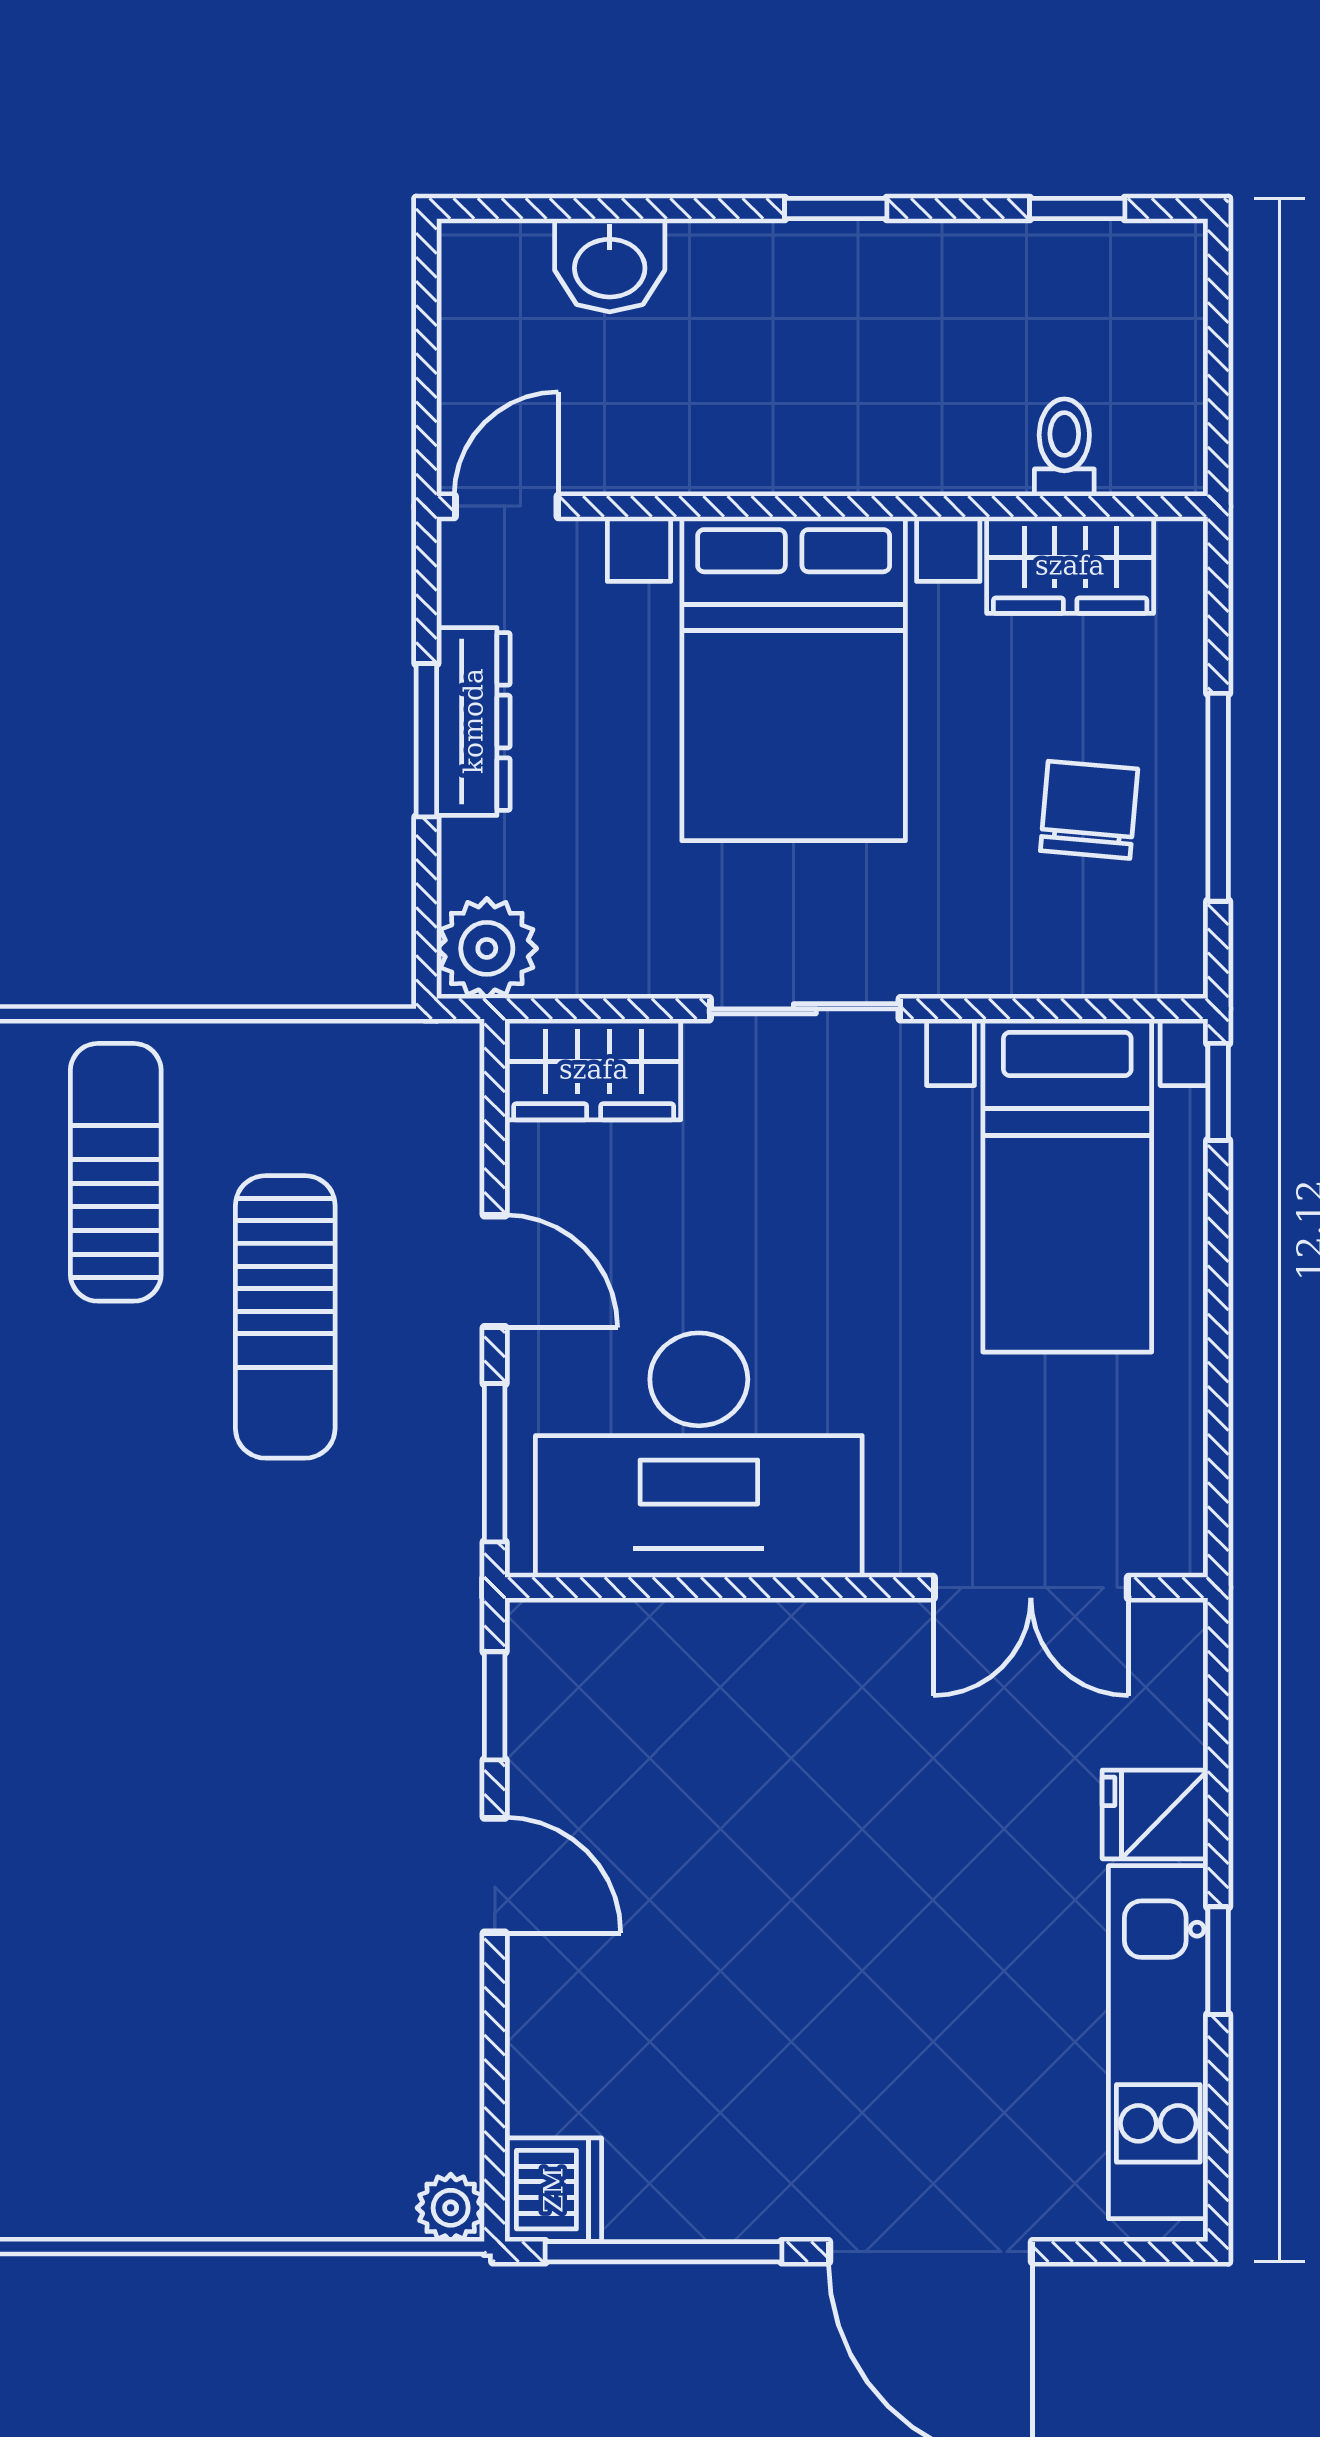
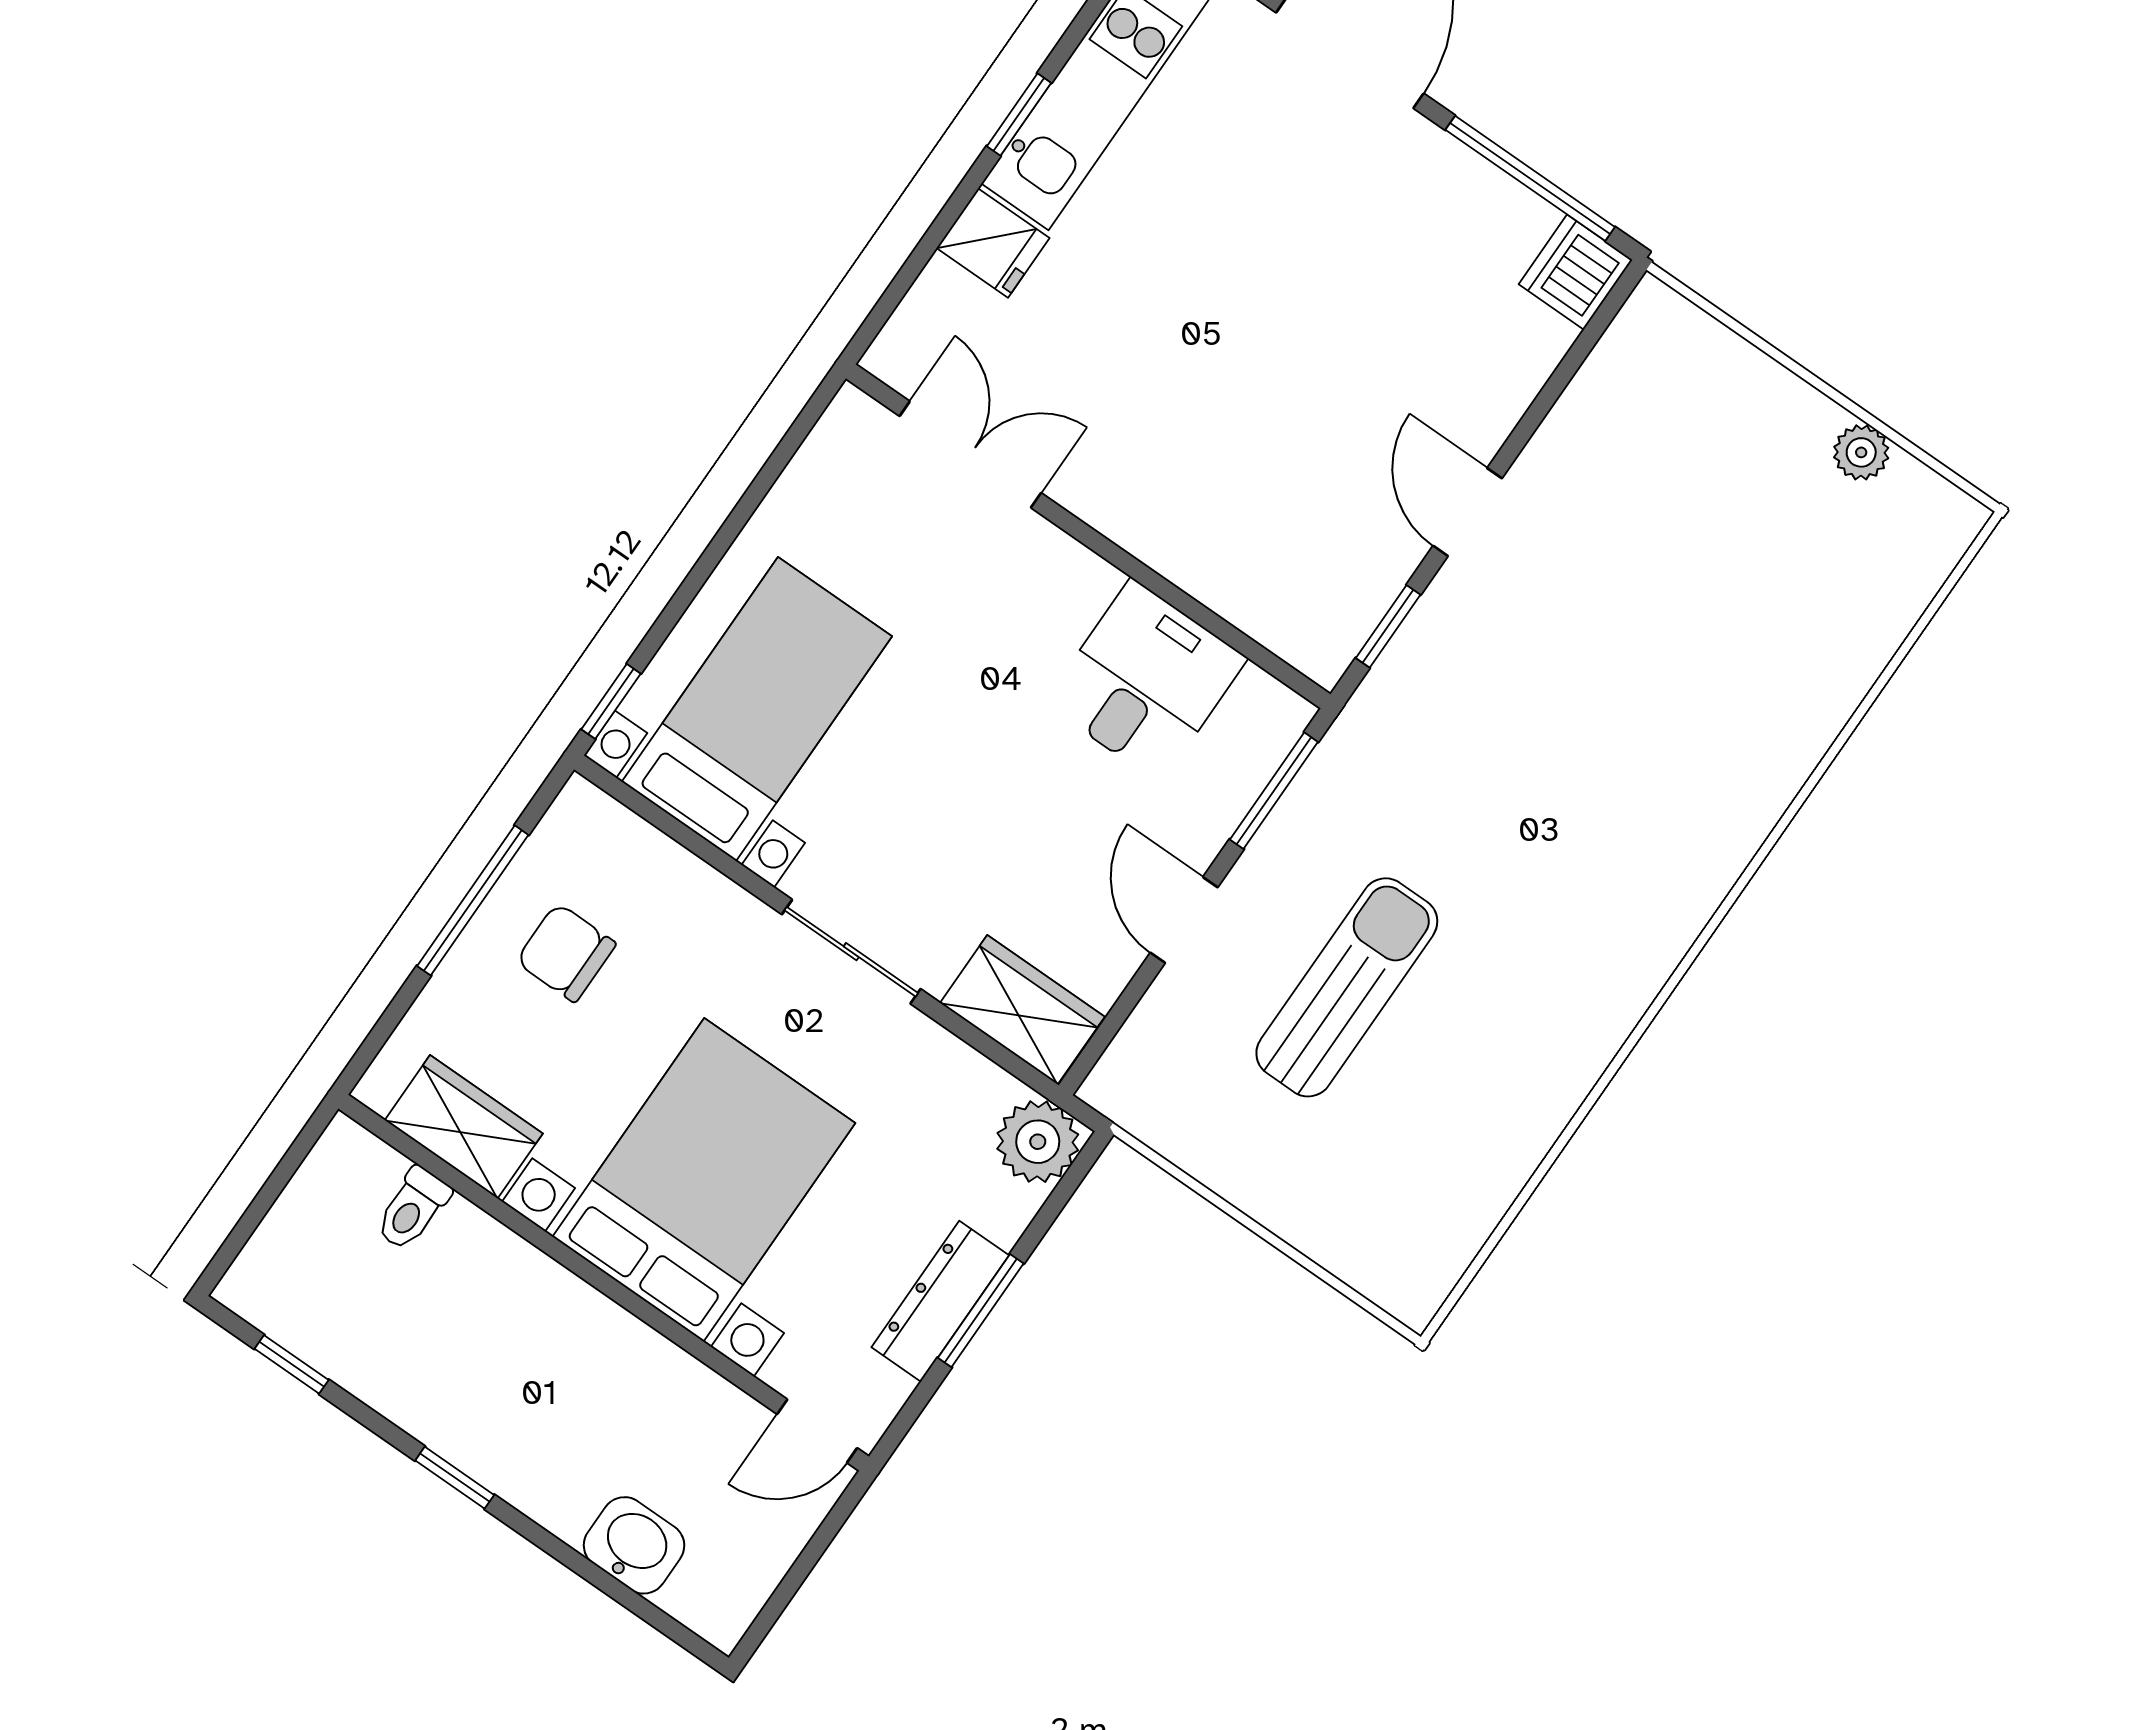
chair: (1089, 810) -> (566, 953), turned 85
sun lounger: (116, 1172) -> (1393, 1165), removed
desk: (699, 1455) -> (1146, 681), width x0.53, depth x0.77
plant: (451, 2208) -> (1861, 452), moved

